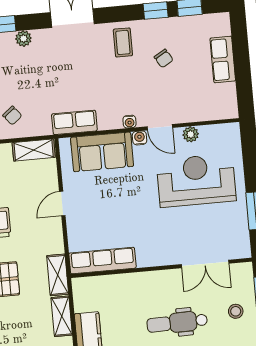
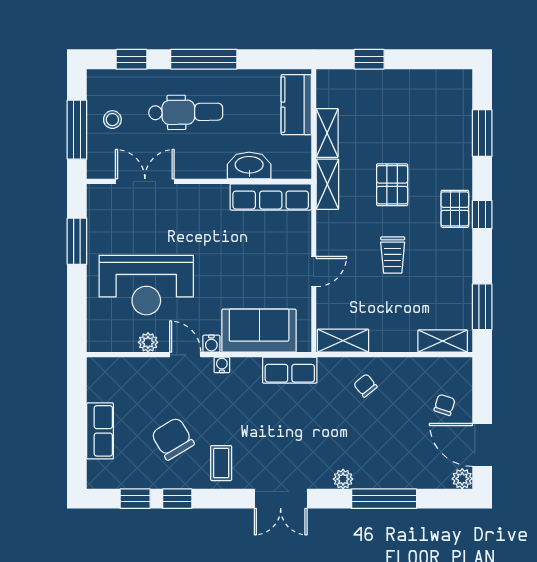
chair: (164, 58) -> (173, 439), width x1.87, depth x1.87
washbasin: (122, 284) -> (249, 166), added

